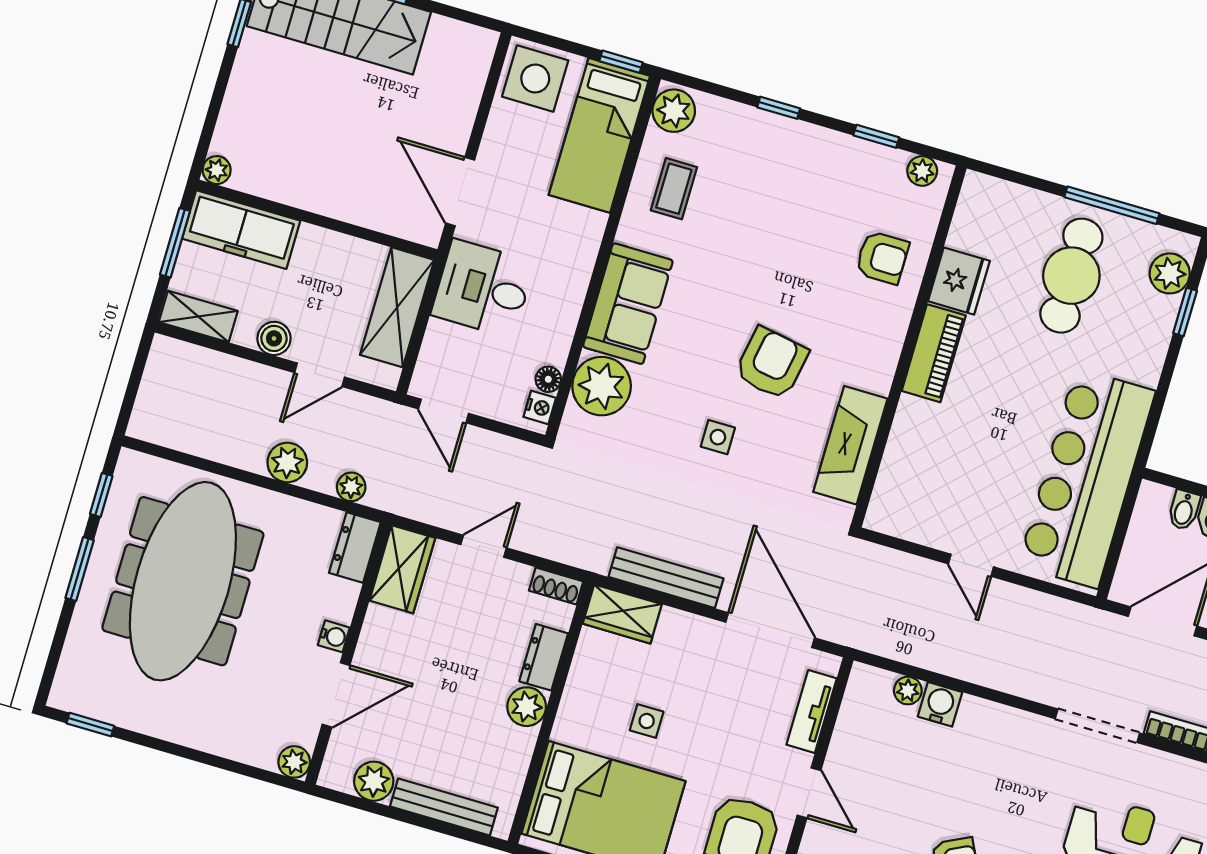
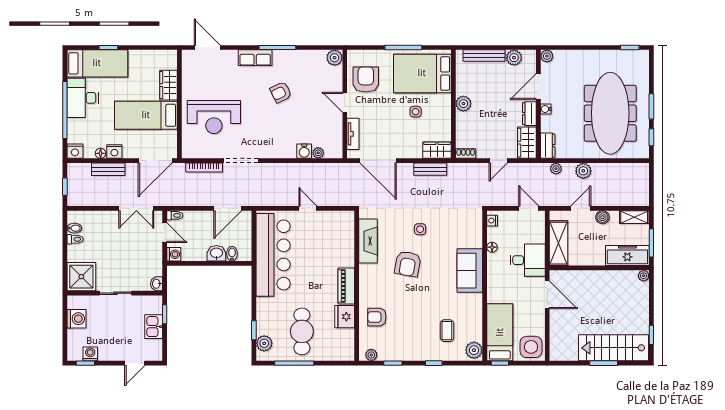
coffee table: (674, 189) -> (447, 331), moved
floor lamp: (548, 379) -> (492, 247), moved
plant: (602, 386) -> (471, 236), removed
bench: (666, 578) -> (430, 169), width x0.73
dresser: (544, 657) -> (529, 114), moved, turned 180

